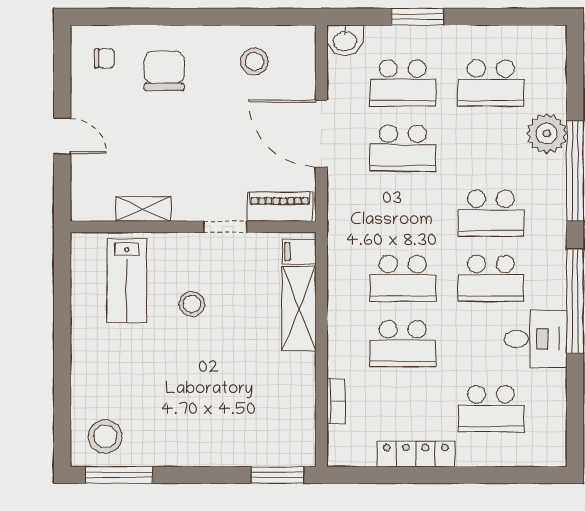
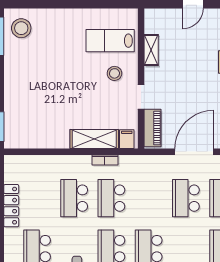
stool: (192, 304) -> (114, 73), moved
bookcase: (336, 401) -> (105, 160), moved

